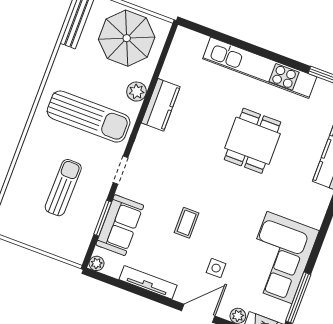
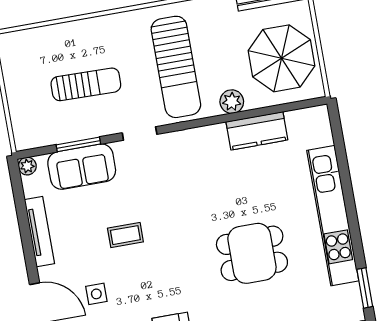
kitchen counter: (161, 105) -> (257, 131), moved

